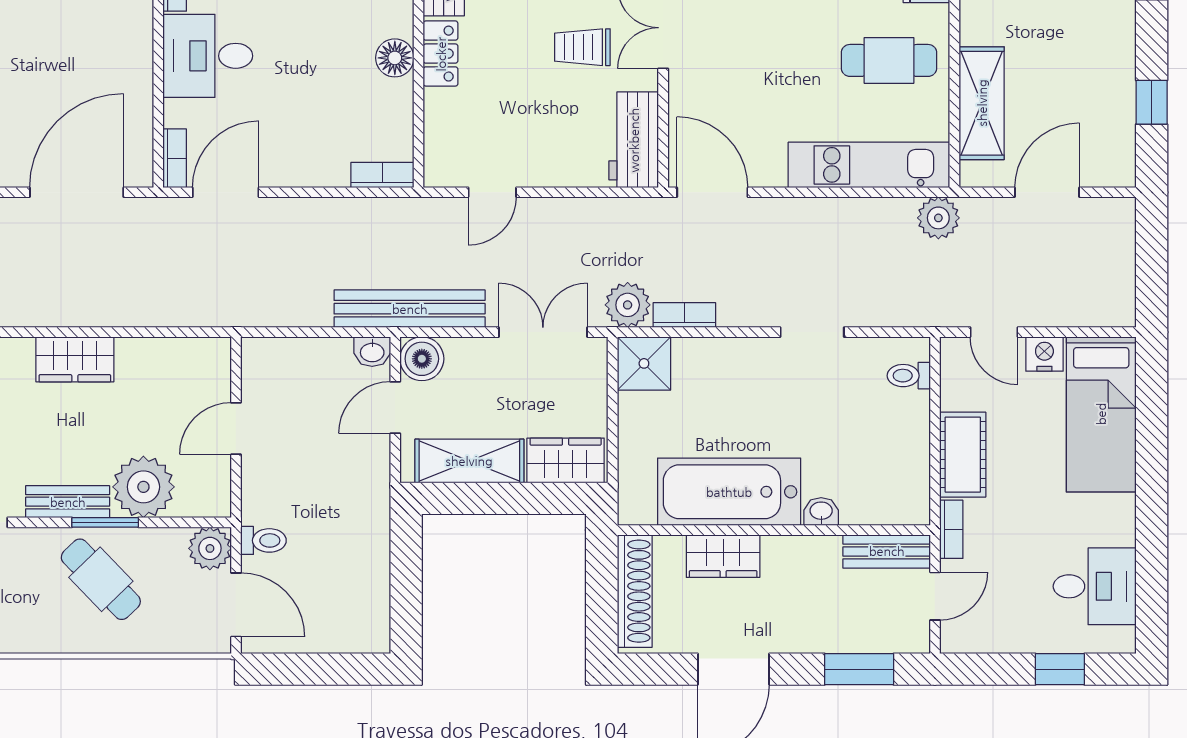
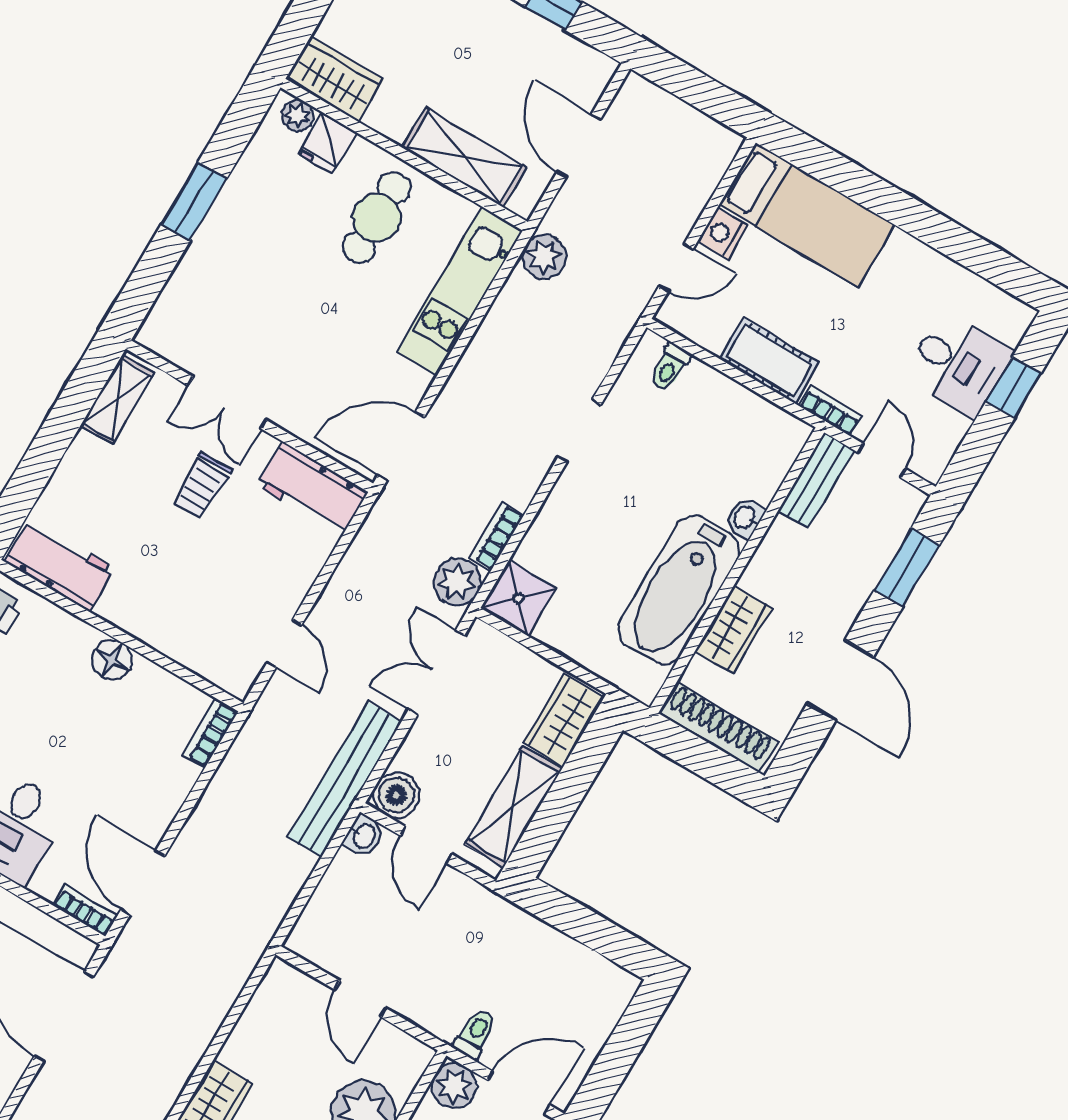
locker: (441, 54) -> (132, 616), removed
desk: (1095, 586) -> (958, 364), moved, turned 90

